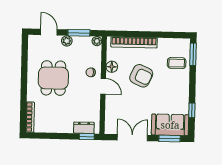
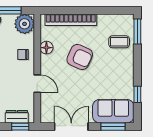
plant: (97, 41) -> (25, 24), width x1.88, depth x1.88
door: (103, 86) -> (37, 84), moved

